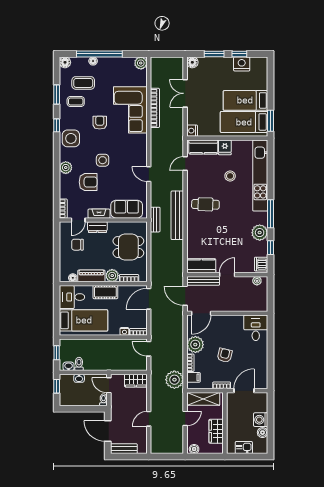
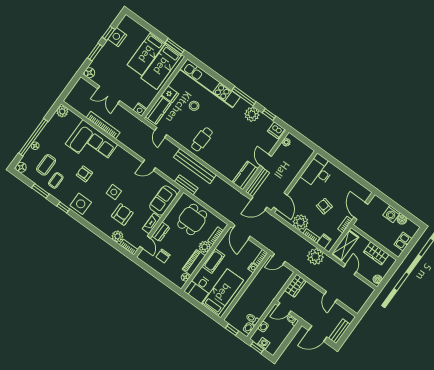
plant: (66, 168) -> (117, 236), moved
desk: (256, 328) -> (318, 172), width x1.37
washing machine: (64, 390) -> (264, 344), added

